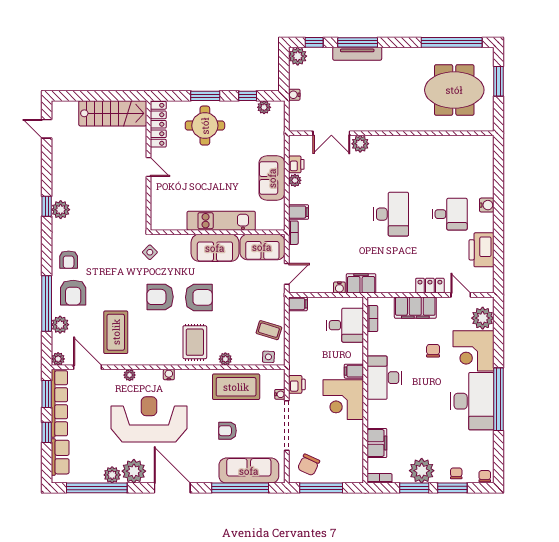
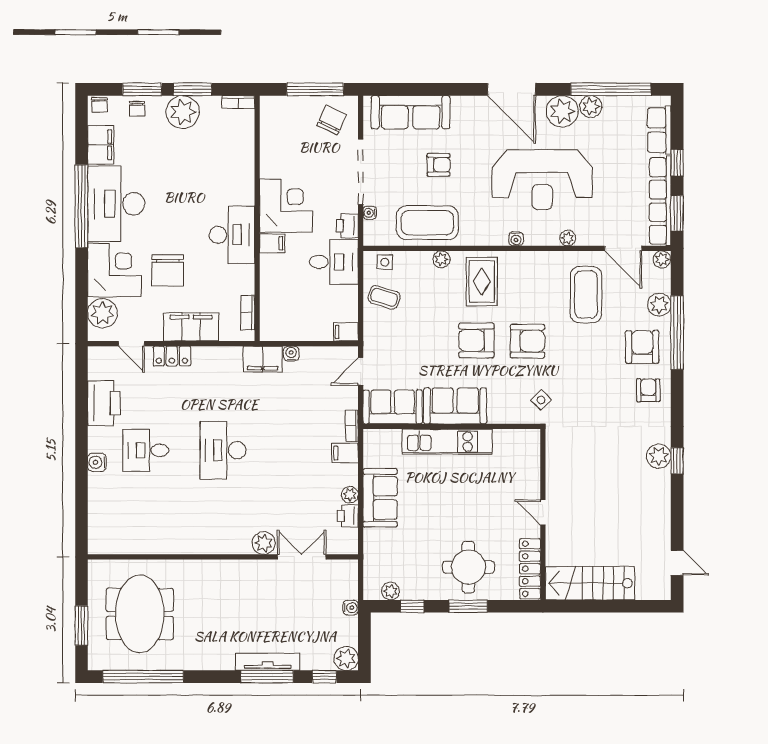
meeting table: (454, 90) -> (140, 614), turned 90
desk: (345, 325) -> (334, 262), moved, turned 180
chair: (433, 351) -> (168, 270), width x1.87, depth x1.87
filing cabinet: (377, 443) -> (101, 145), moved, turned 180
window: (240, 488) -> (422, 89), removed

